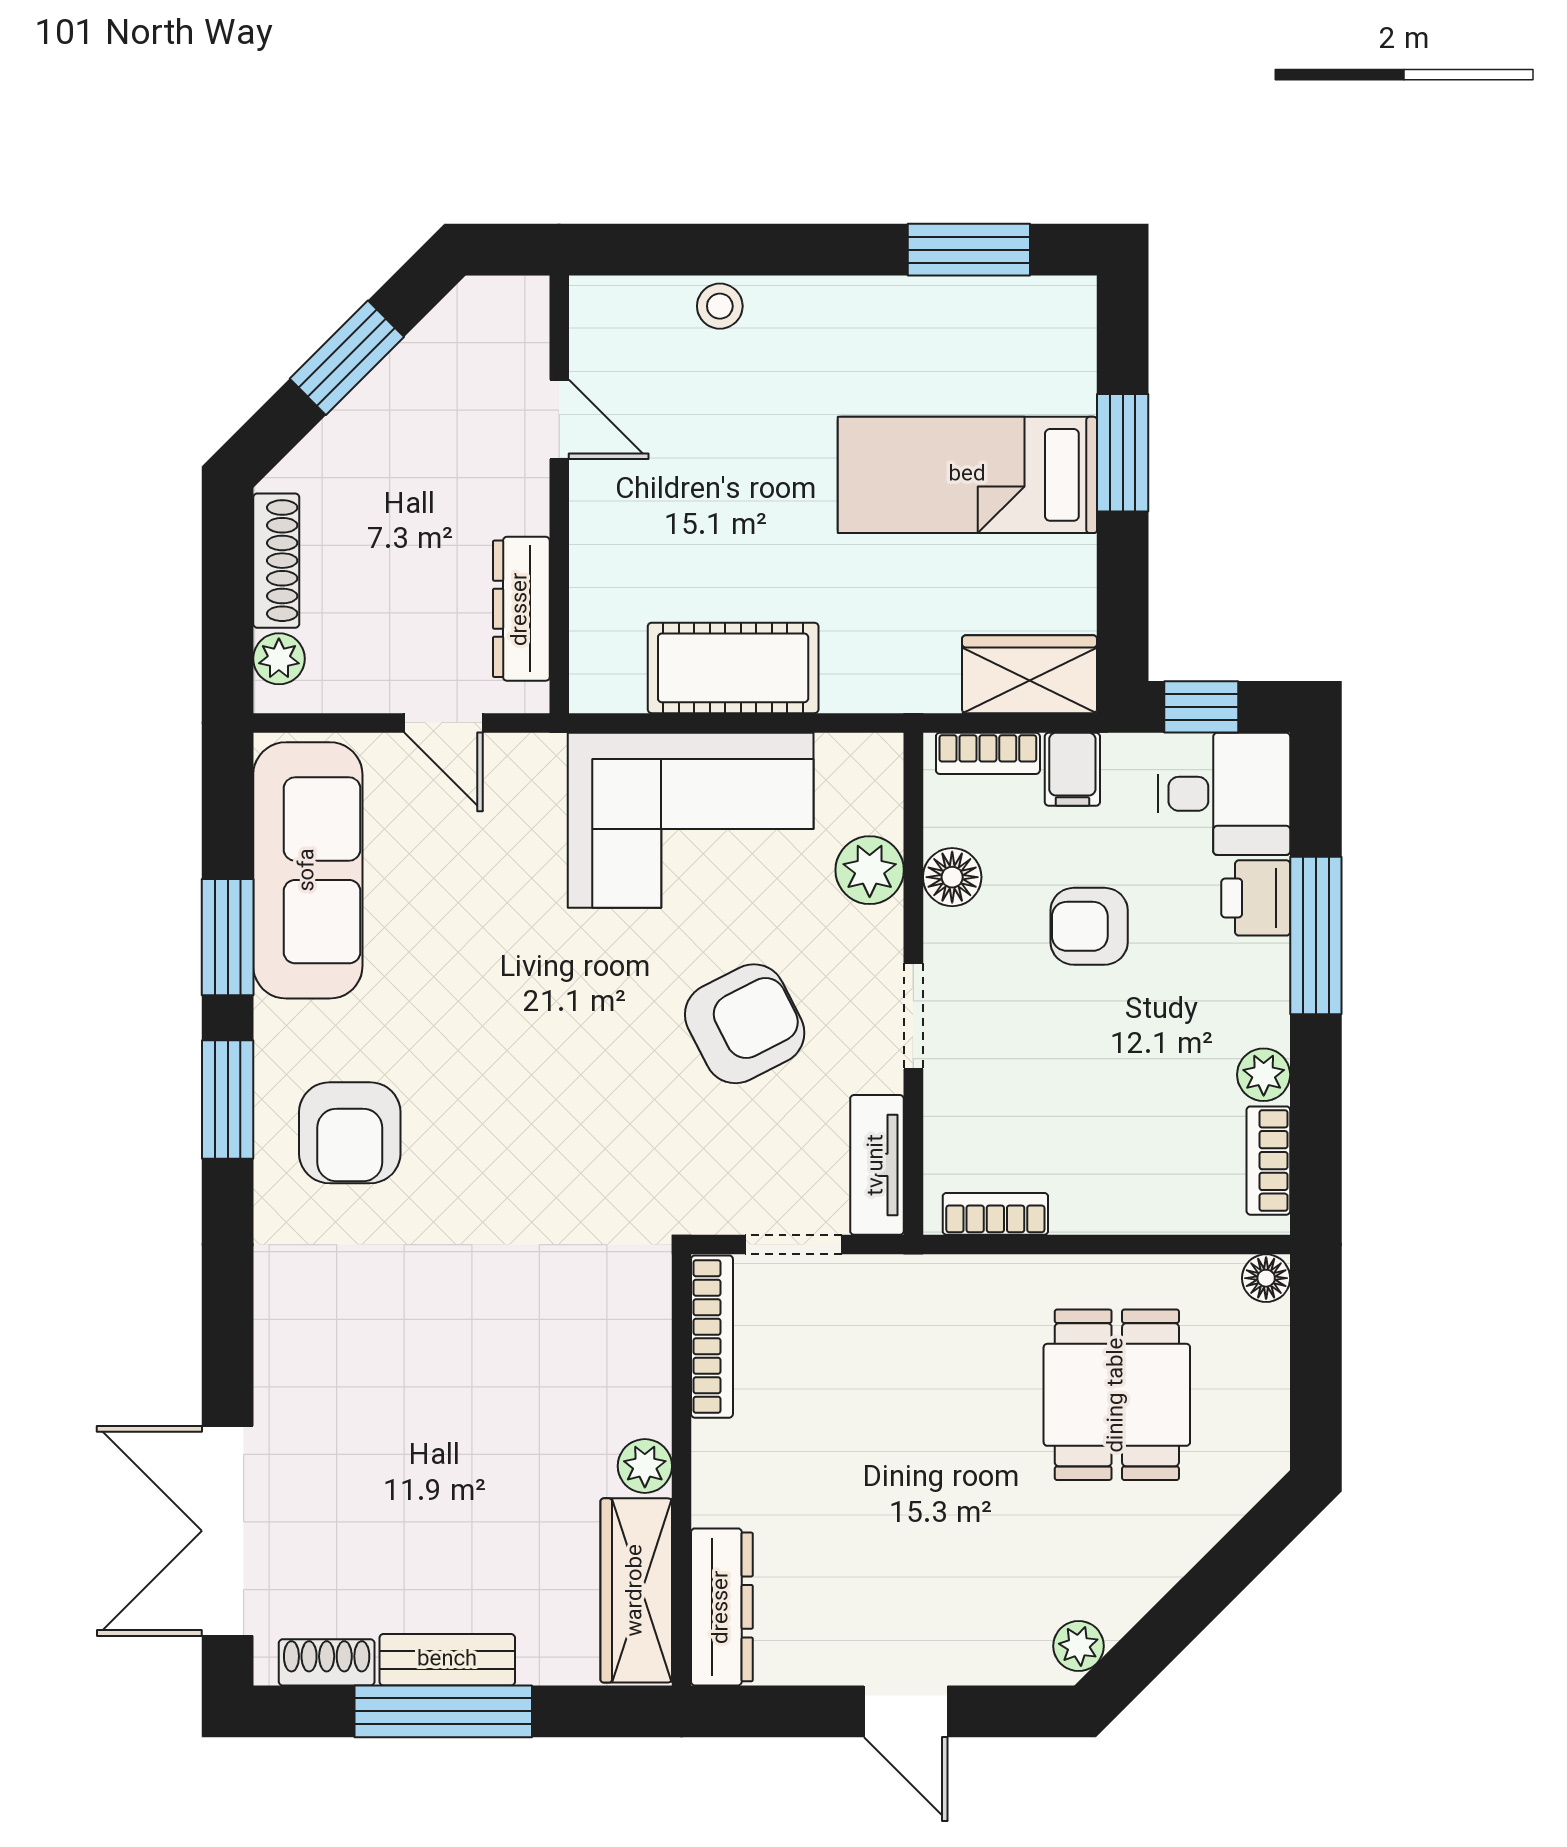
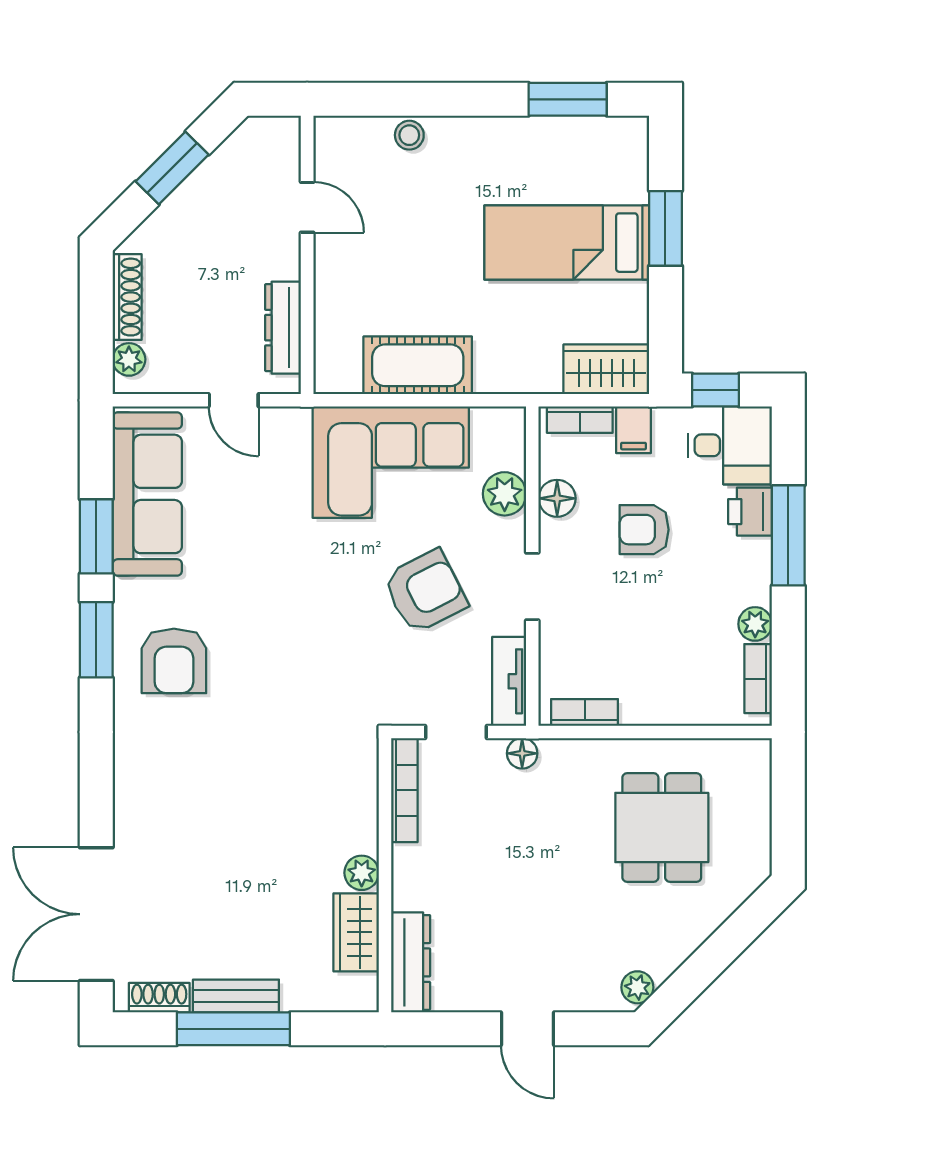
floor lamp: (1266, 1278) -> (522, 753), moved
wardrobe: (636, 1590) -> (356, 932), width x0.67

